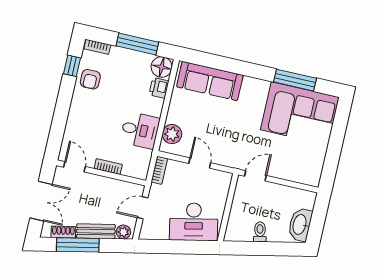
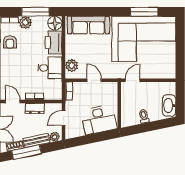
plant: (119, 56) -> (25, 22), added
printer: (159, 88) -> (53, 43), width x1.87, depth x1.48
corner sofa: (300, 113) -> (144, 39), width x1.36, depth x1.36
dresser: (104, 184) -> (35, 108), added

